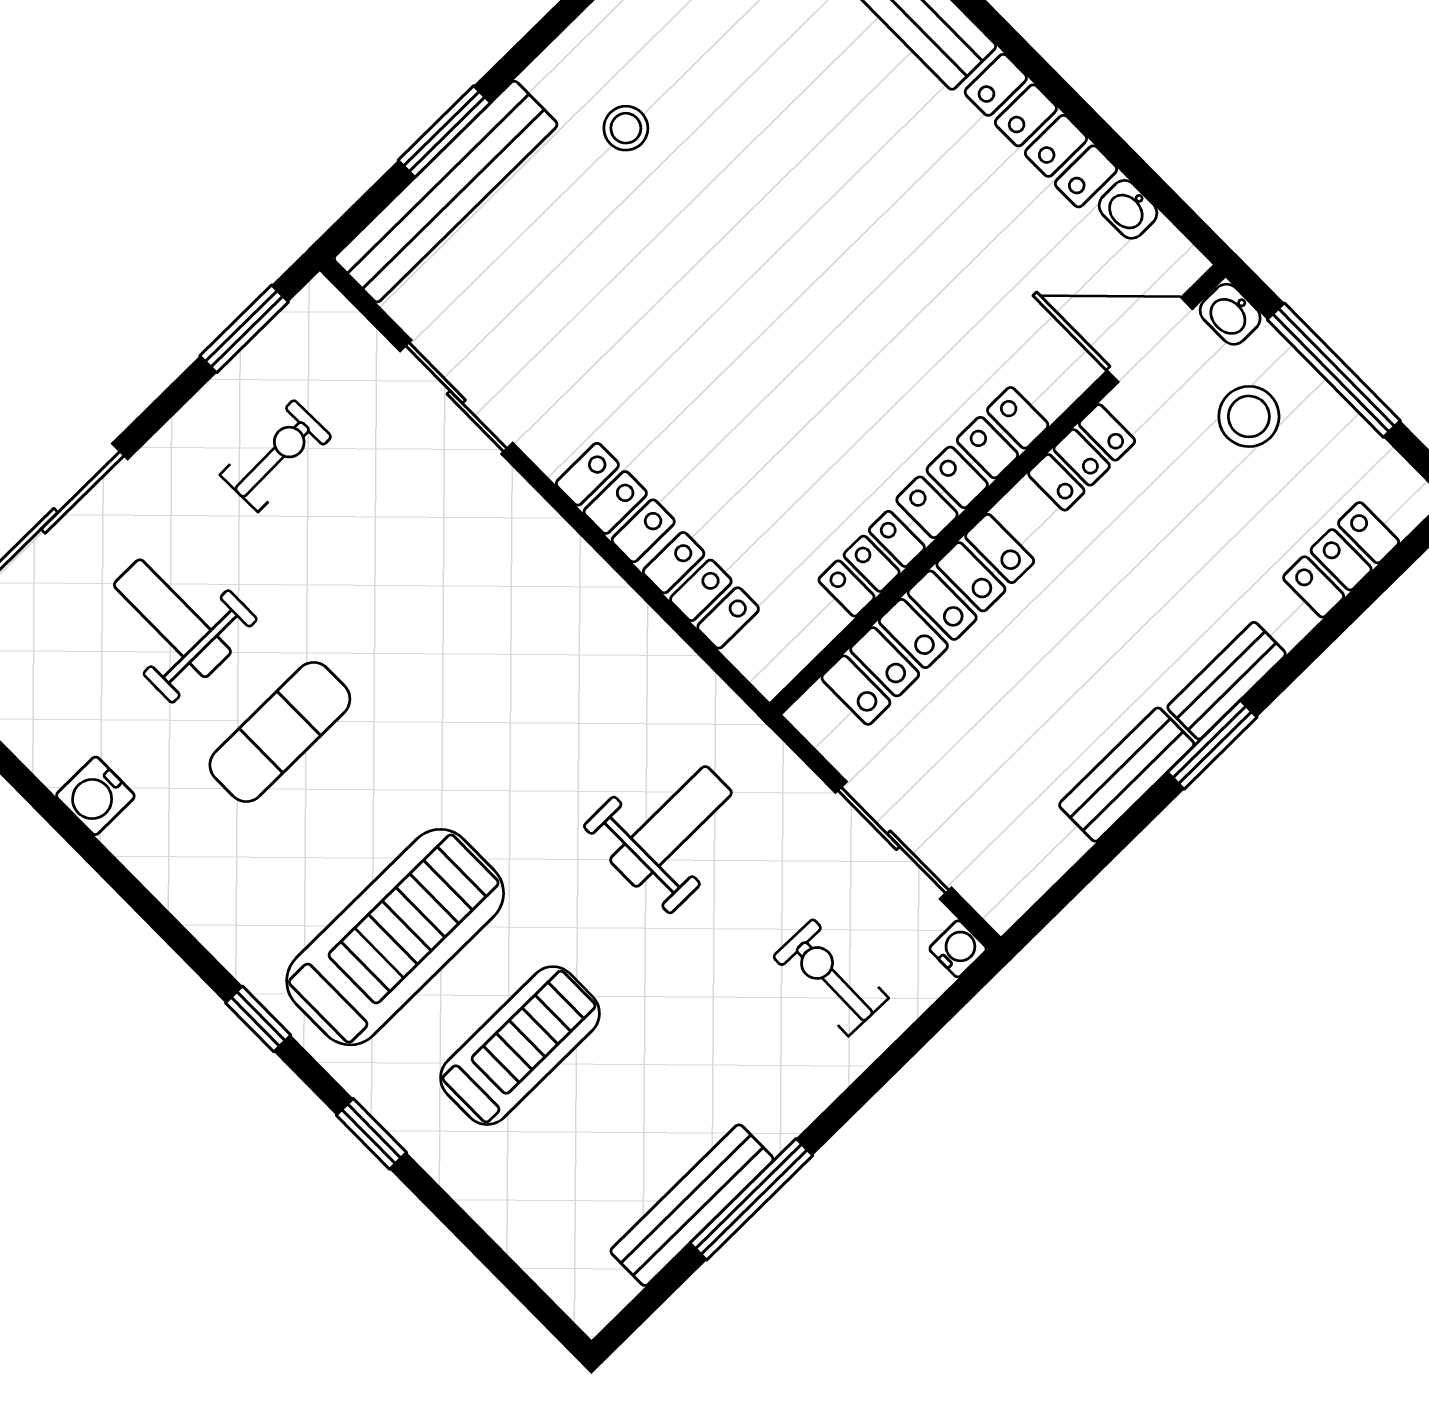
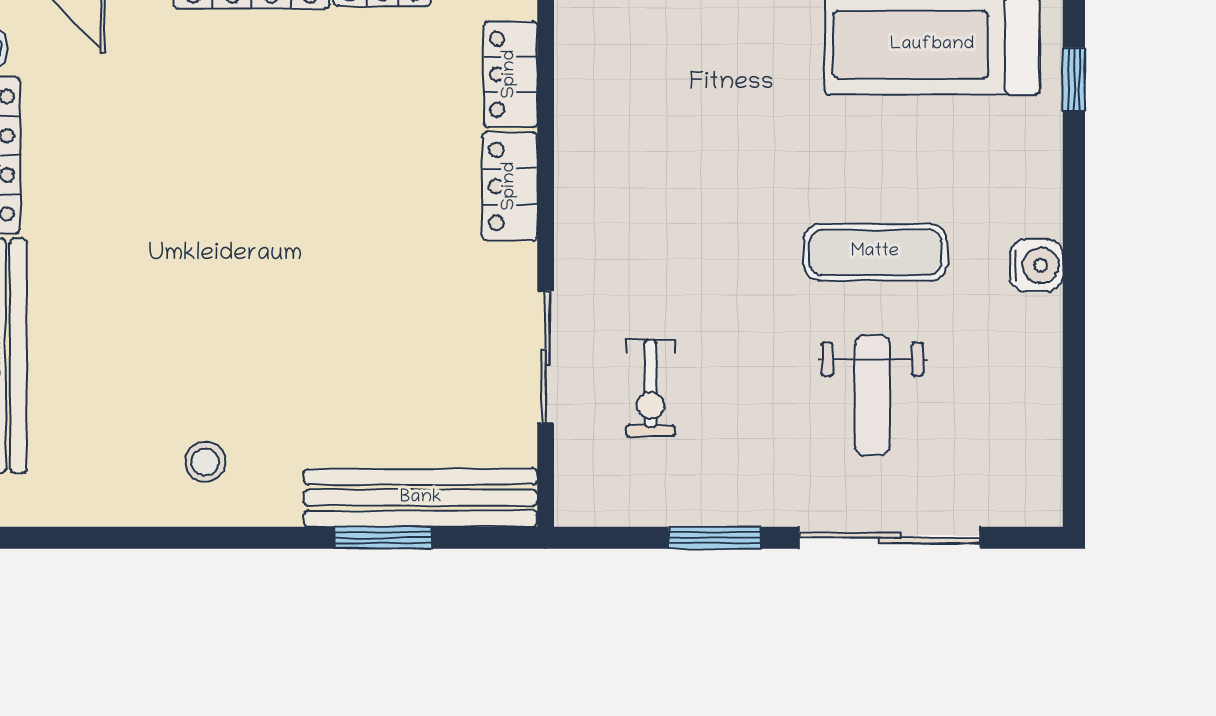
stool: (626, 128) -> (205, 462), moved
window: (244, 329) -> (715, 538), moved
exercise bike: (276, 456) -> (651, 388), moved, turned -89
water cooler: (95, 796) -> (1037, 265), moved

